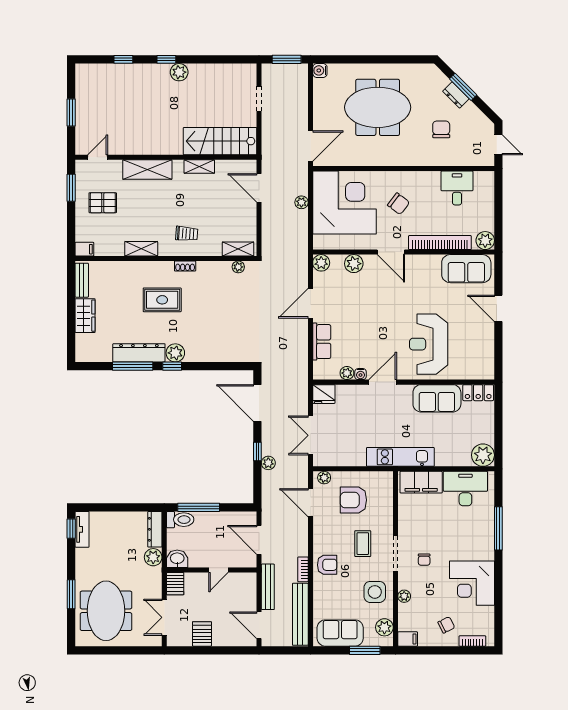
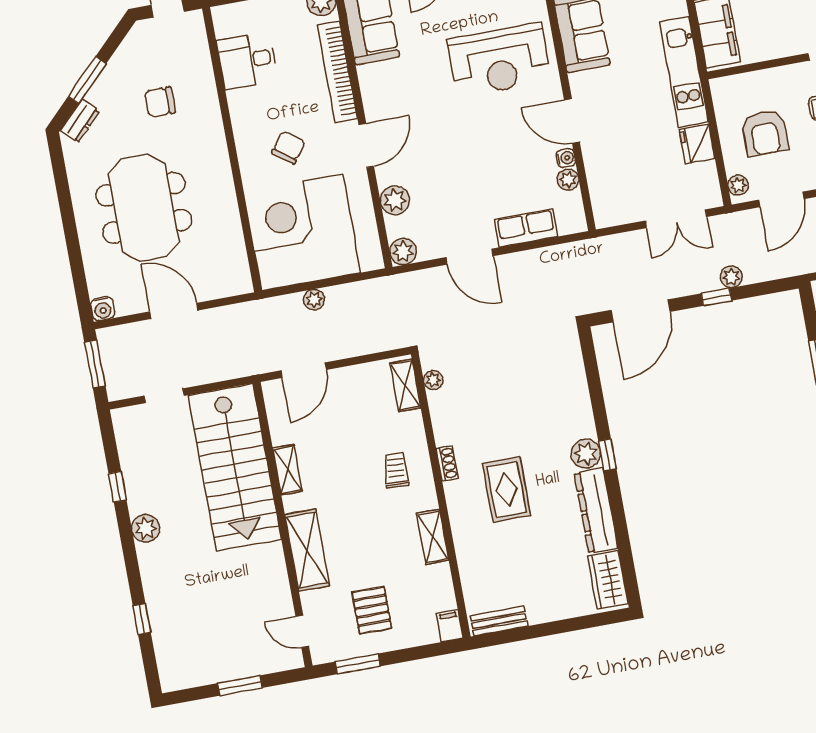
window: (166, 59) -> (117, 487), moved
dresser: (456, 95) -> (80, 121), moved
stairs: (220, 141) -> (235, 467), width x1.36, depth x1.51
door: (310, 146) -> (174, 311), moved
wardrobe: (85, 316) -> (608, 580), moved, turned -90
window: (133, 366) -> (619, 517), removed
fridge: (324, 394) -> (697, 144), moved, turned 180

